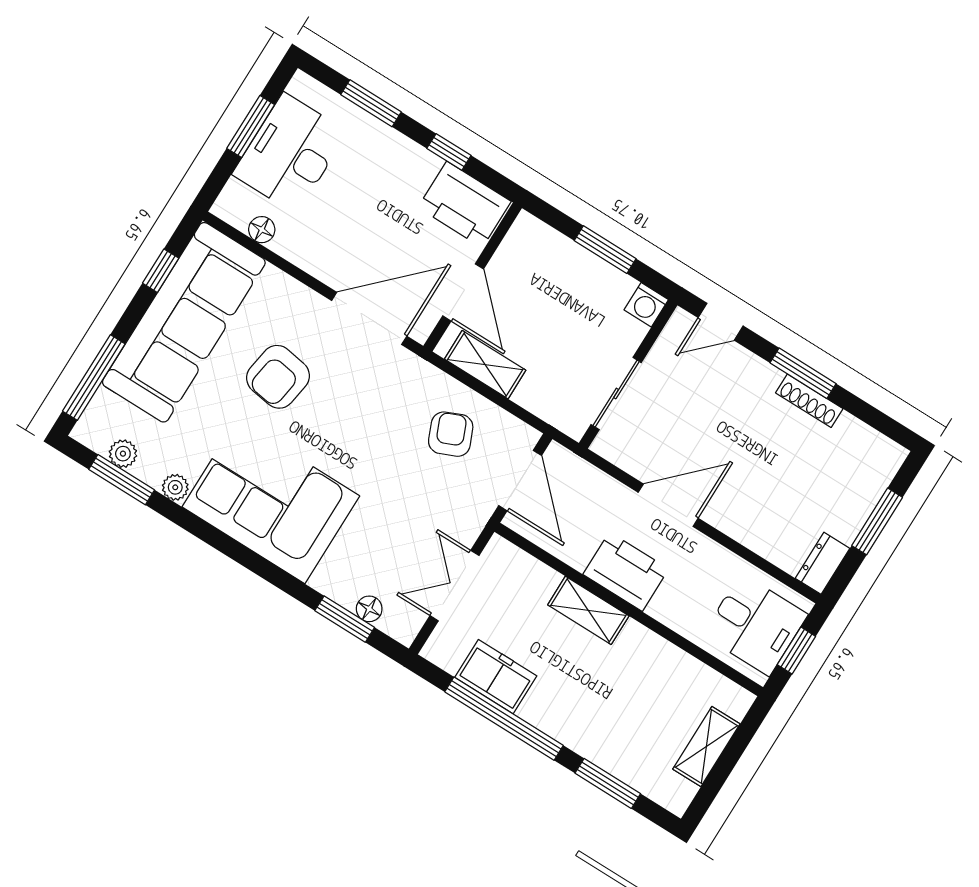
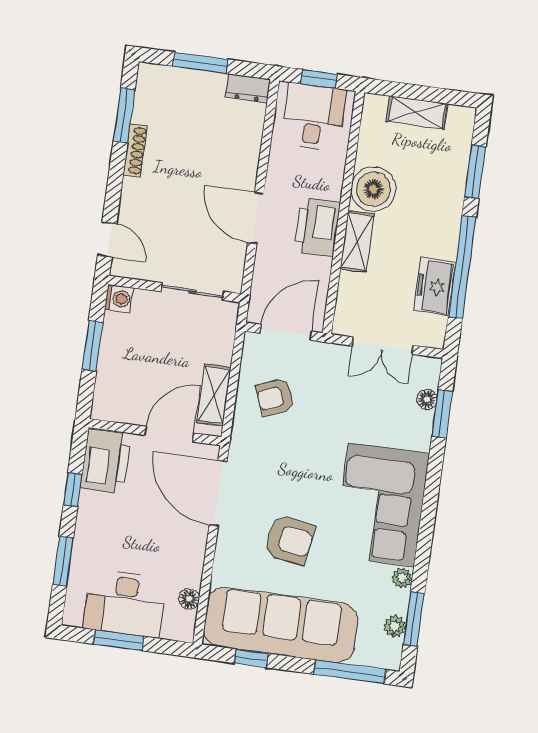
window: (803, 373) -> (124, 116), moved
boiler: (640, 657) -> (373, 189), added

